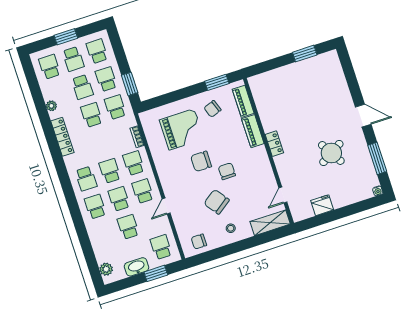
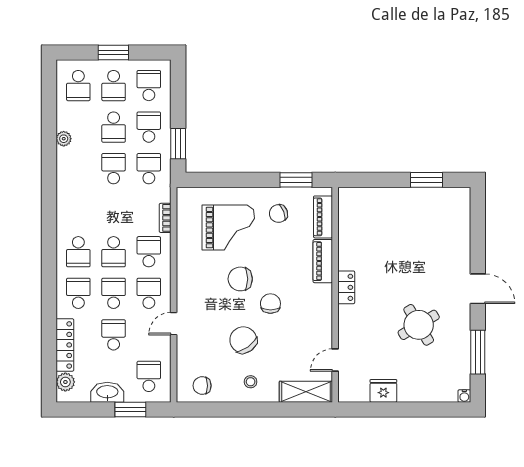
school desk: (50, 67) -> (78, 86), turned 180
locker: (62, 137) -> (65, 345), moved
school desk: (110, 171) -> (114, 252), turned 180

